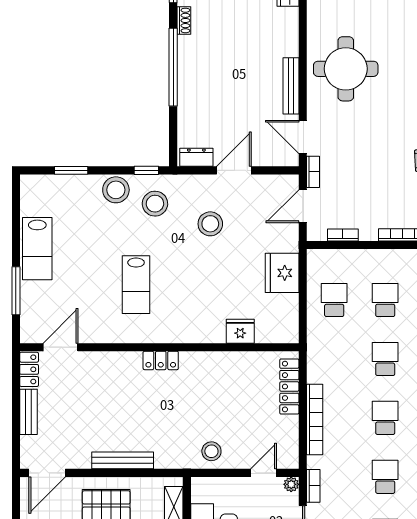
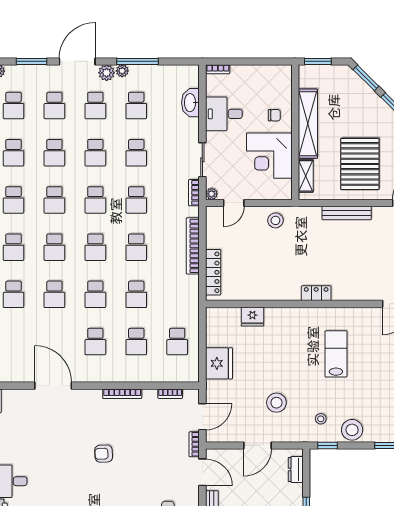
dresser: (196, 157) -> (296, 470), moved, turned 90
stool: (155, 204) -> (321, 419), width x0.53, depth x0.53

